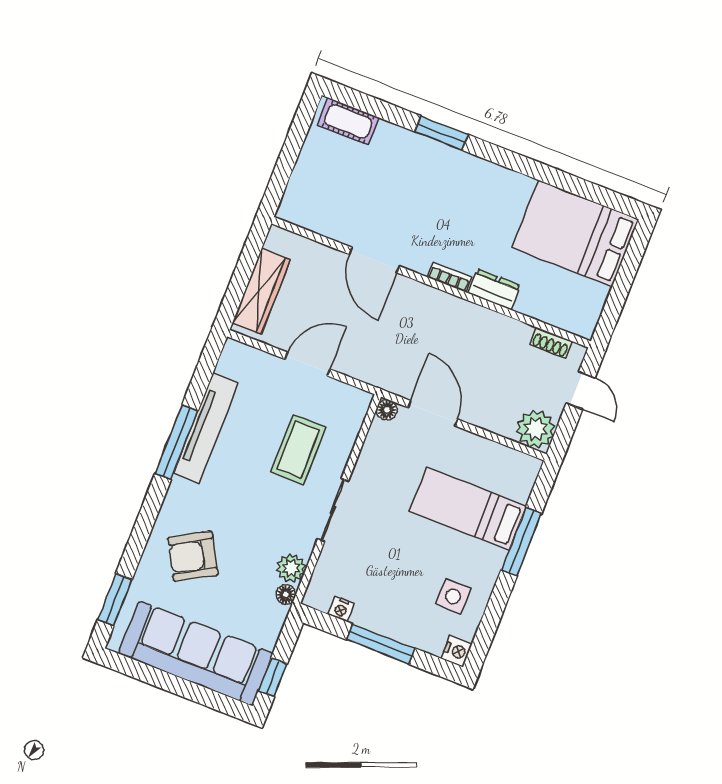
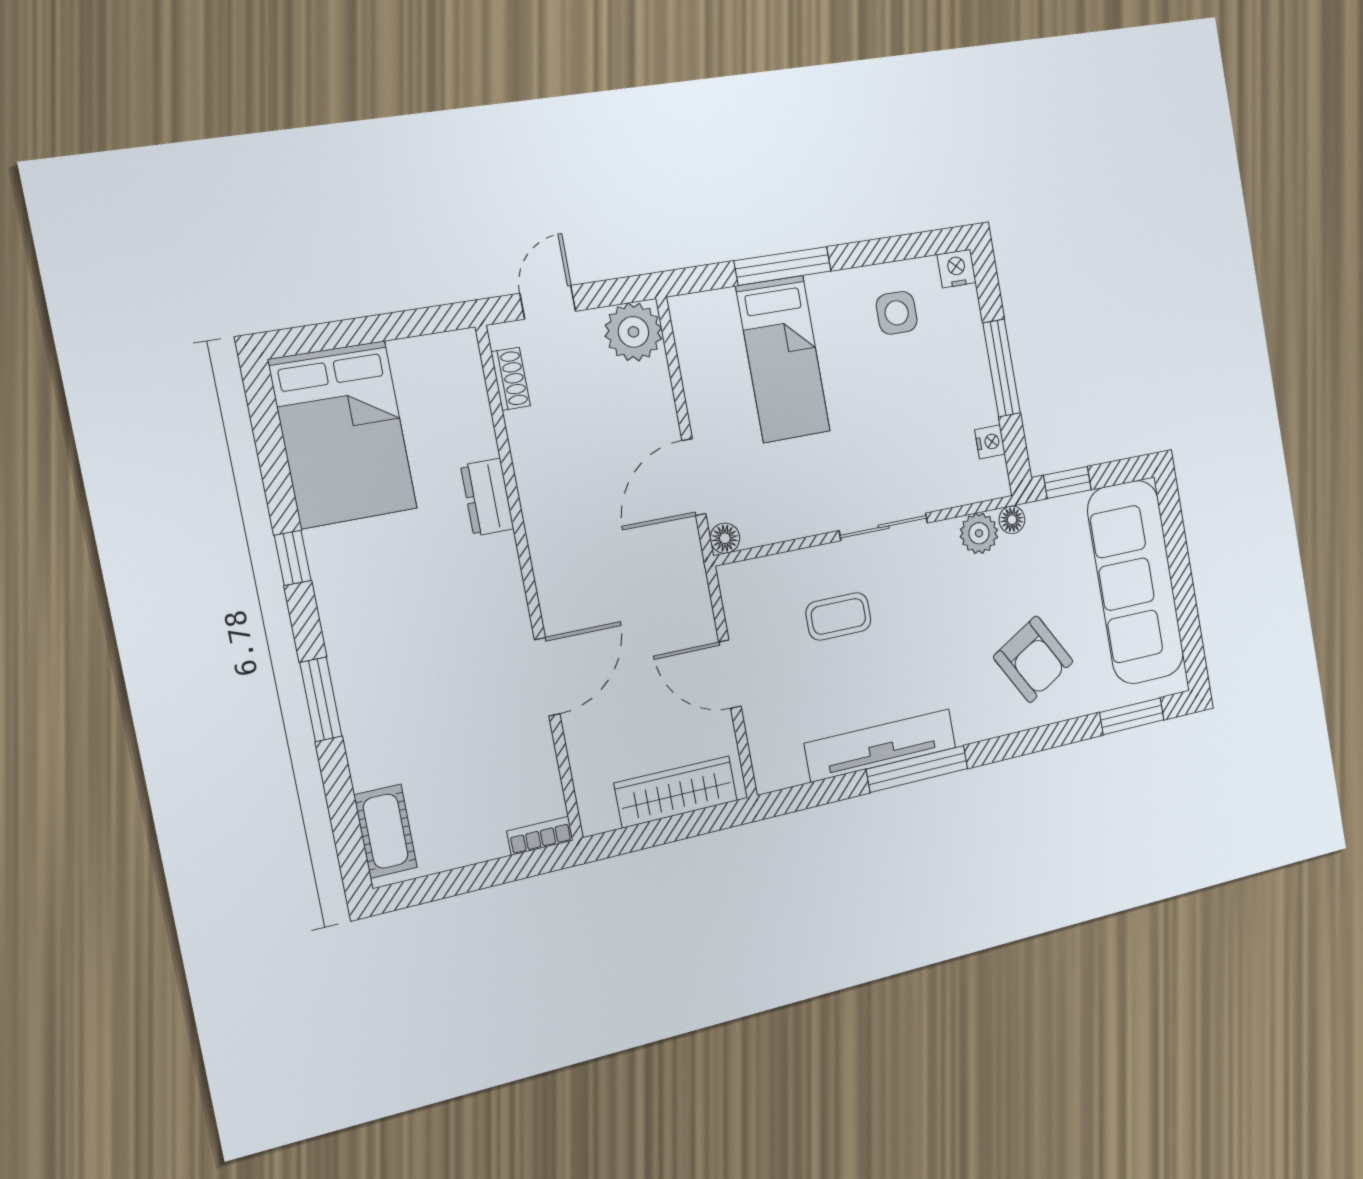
window: (526, 166) -> (293, 558), added
bookcase: (449, 277) -> (540, 836), moved, turned 90
coffee table: (298, 450) -> (838, 616), width x0.73, depth x0.77
window: (273, 677) -> (1067, 483), moved

